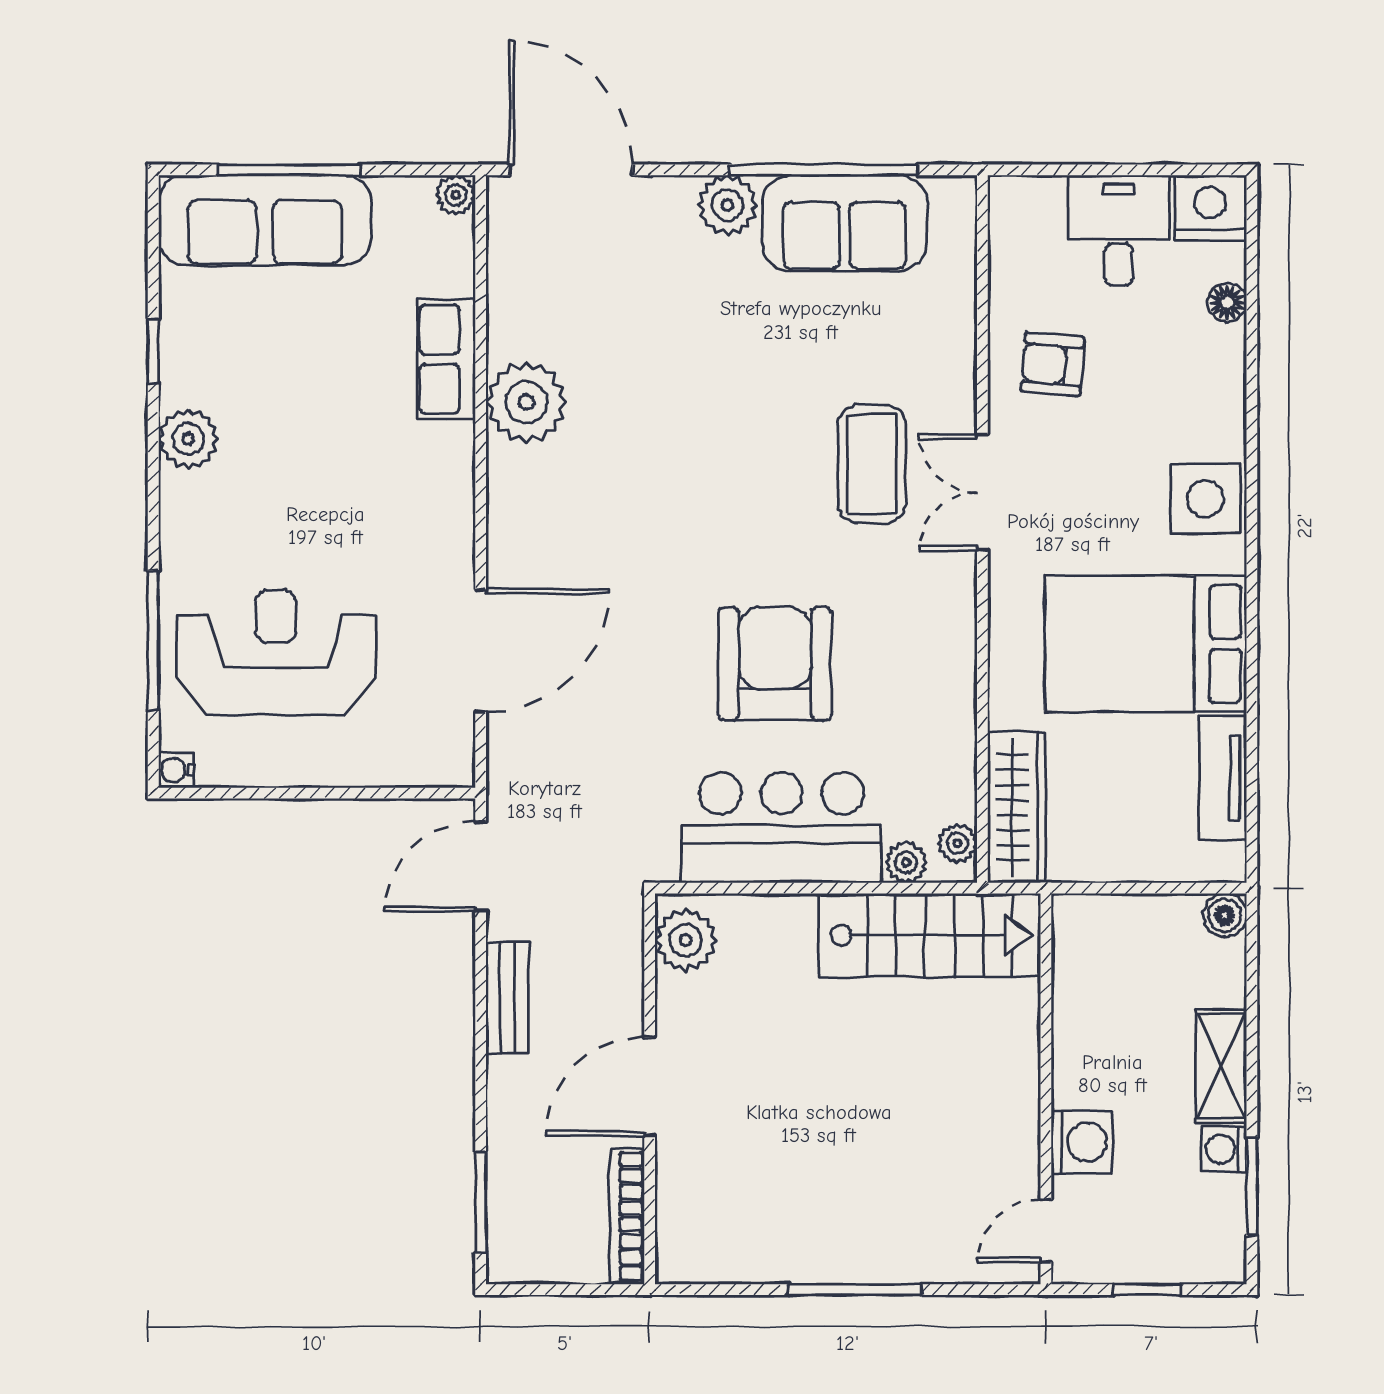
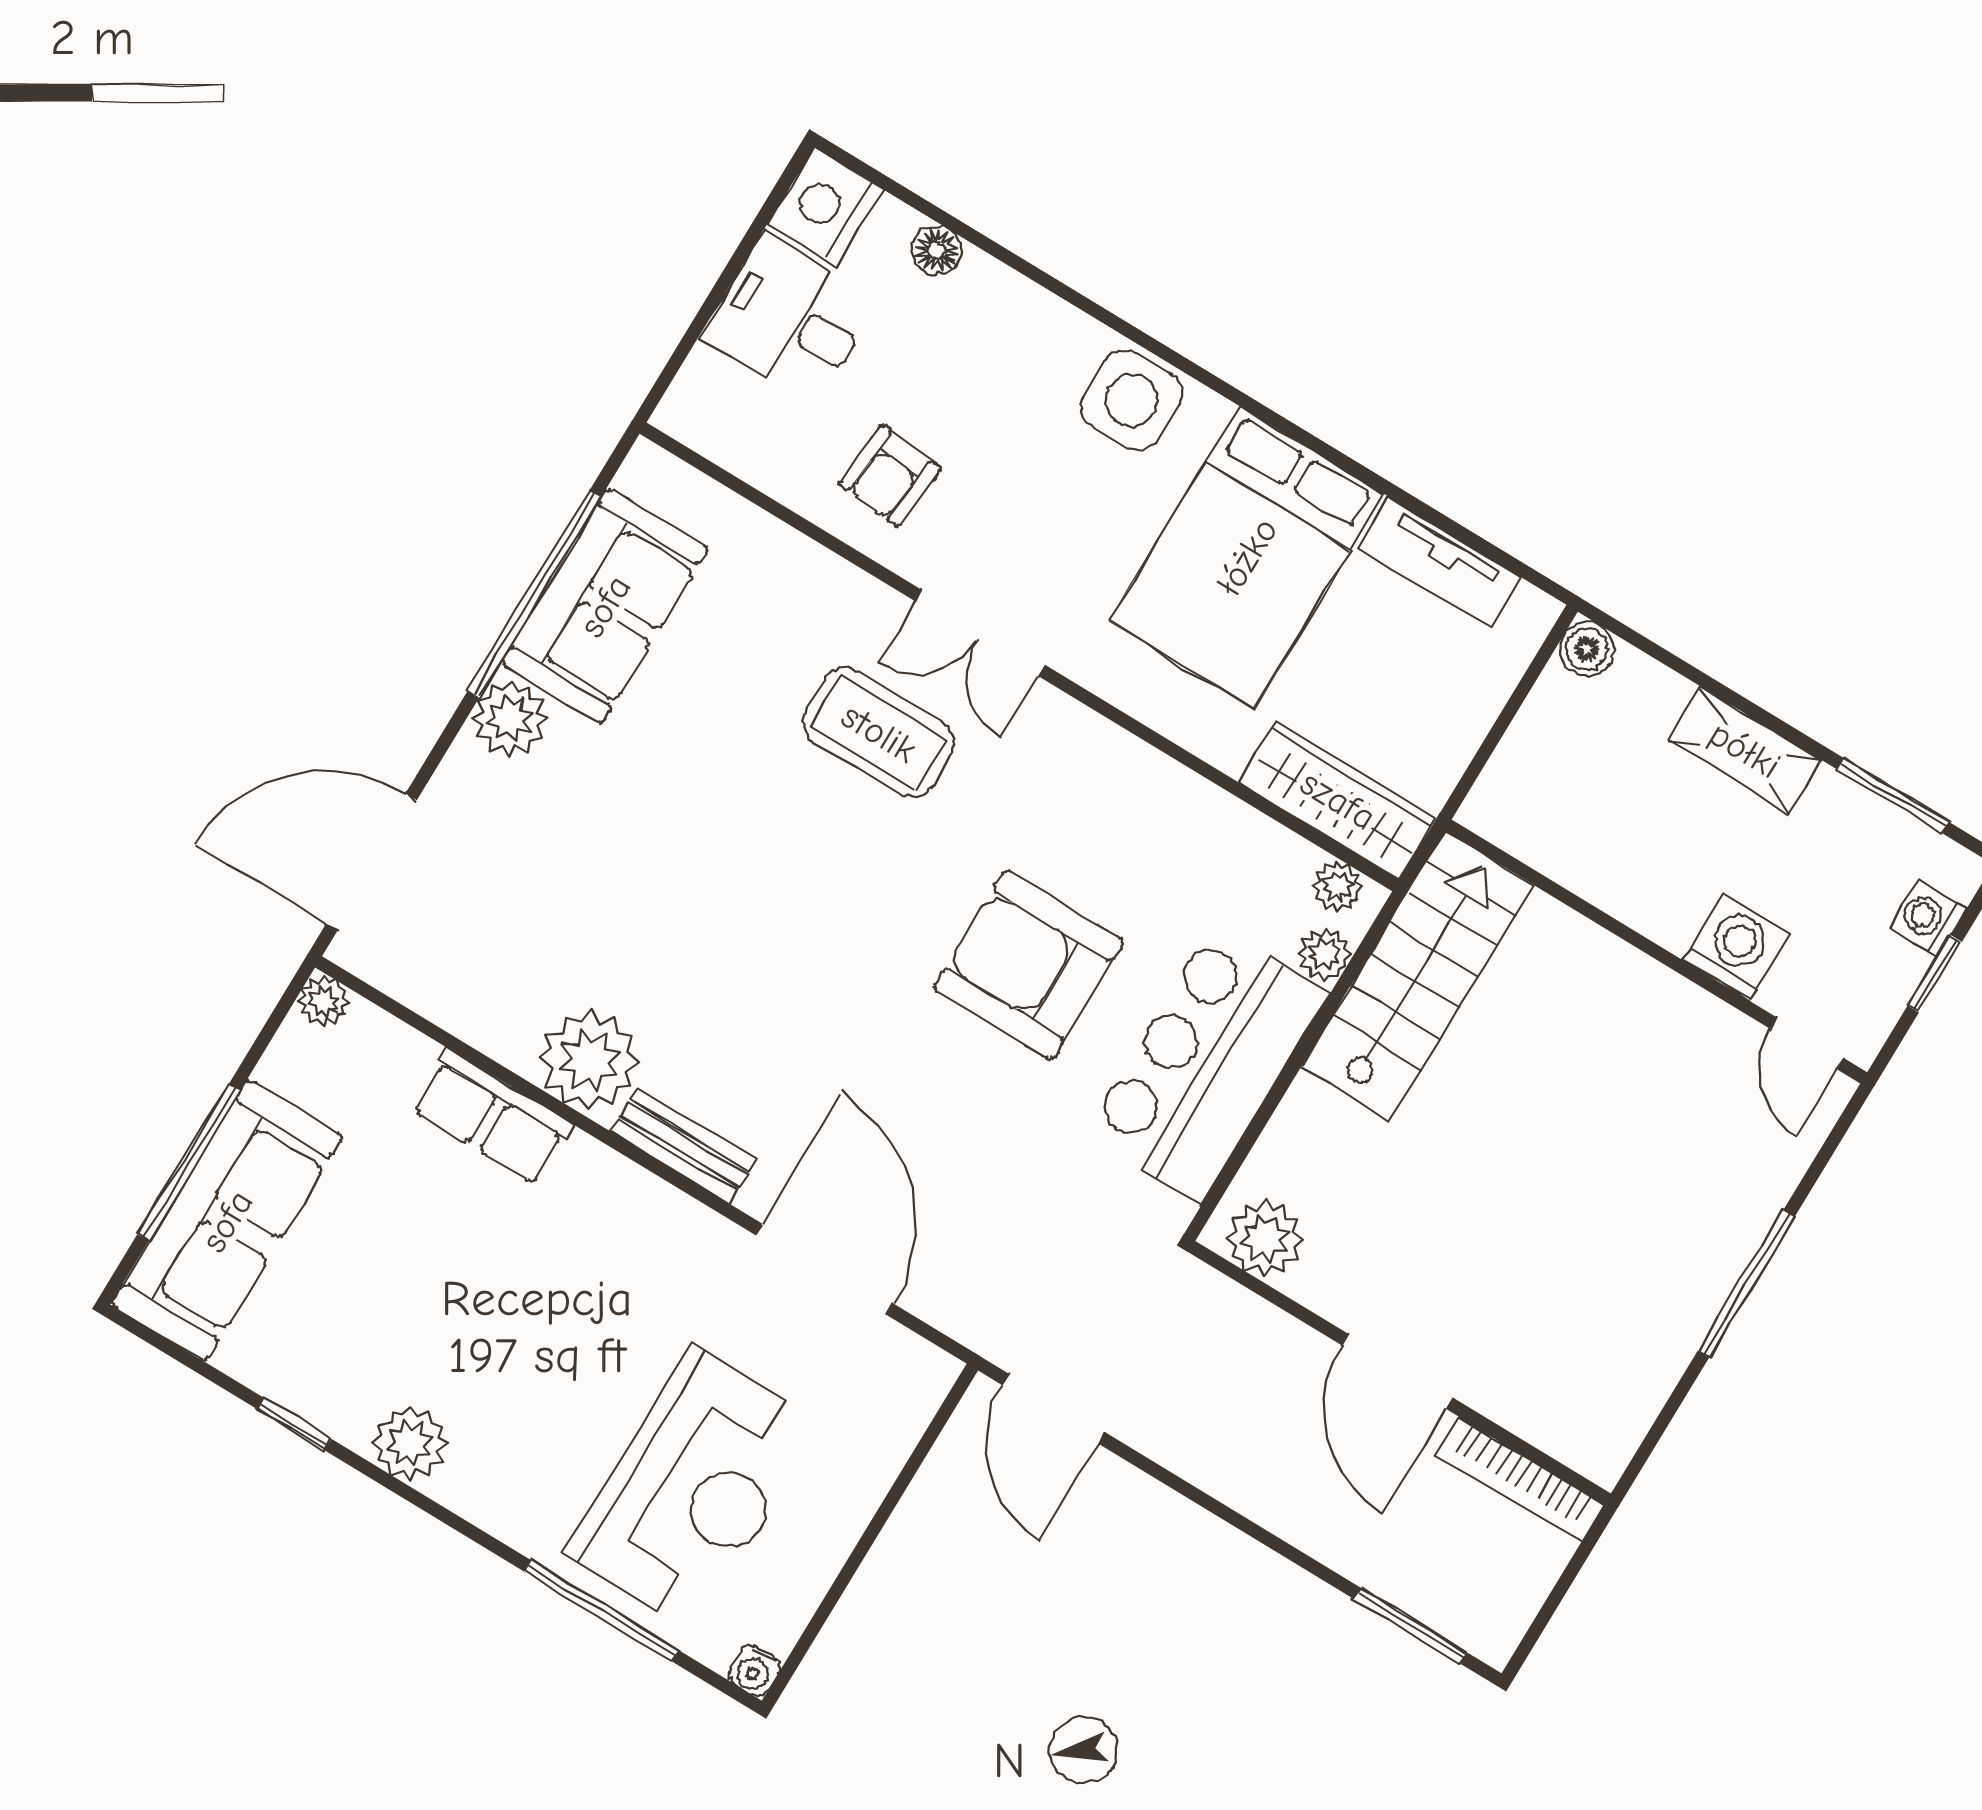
reception desk: (276, 653) -> (694, 1489), turned 180
bench: (507, 998) -> (684, 1145), moved
washing machine: (1224, 1149) -> (1928, 918), moved, turned 90

